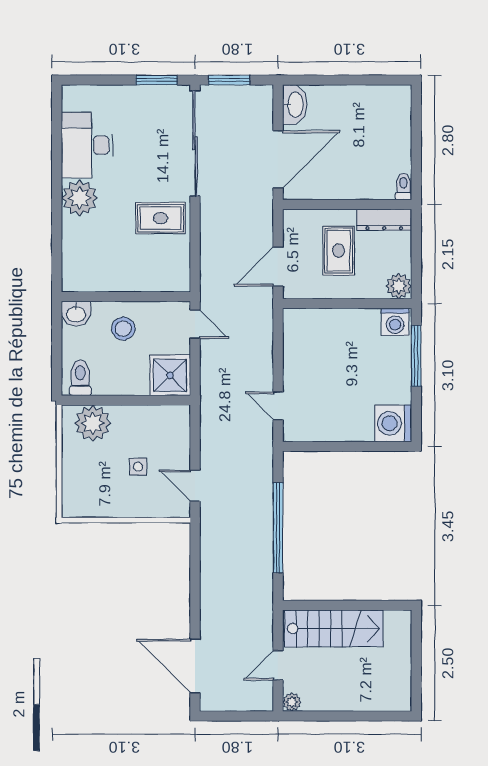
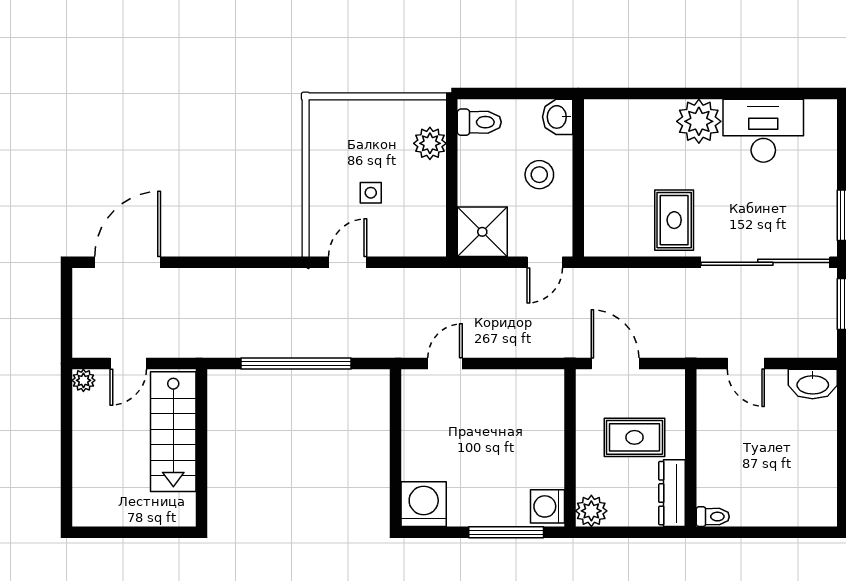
door: (278, 159) -> (746, 363), width x0.53
plant: (93, 423) -> (430, 143), width x0.73, depth x0.73
door: (278, 665) -> (128, 363), swing flipped

